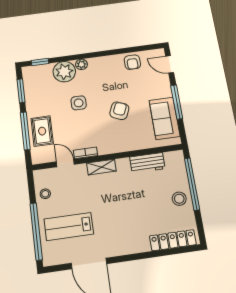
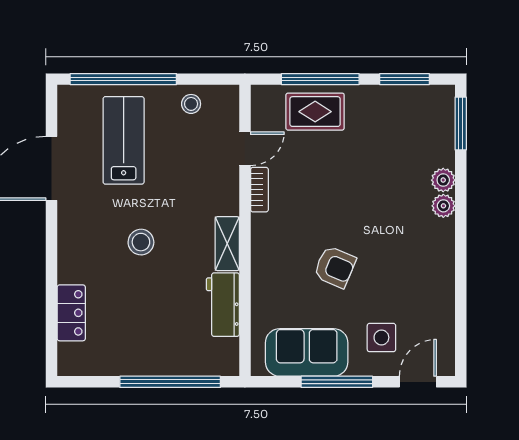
window: (40, 62) -> (461, 123), width x1.50
armchair: (132, 62) -> (433, 308), removed
plant: (64, 72) -> (443, 180), width x0.53, depth x0.53
side table: (79, 103) -> (381, 338), moved
shelving: (101, 167) -> (227, 244), moved
stool: (179, 199) -> (141, 242), moved
locker: (173, 240) -> (71, 313), width x0.66

